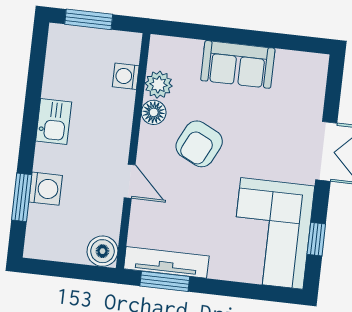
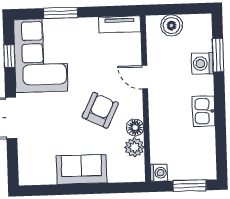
washing machine: (126, 76) -> (159, 173), moved
boiler: (102, 251) -> (171, 26), moved
tv unit: (166, 262) -> (120, 24), width x0.71
window: (165, 281) -> (61, 13), moved

